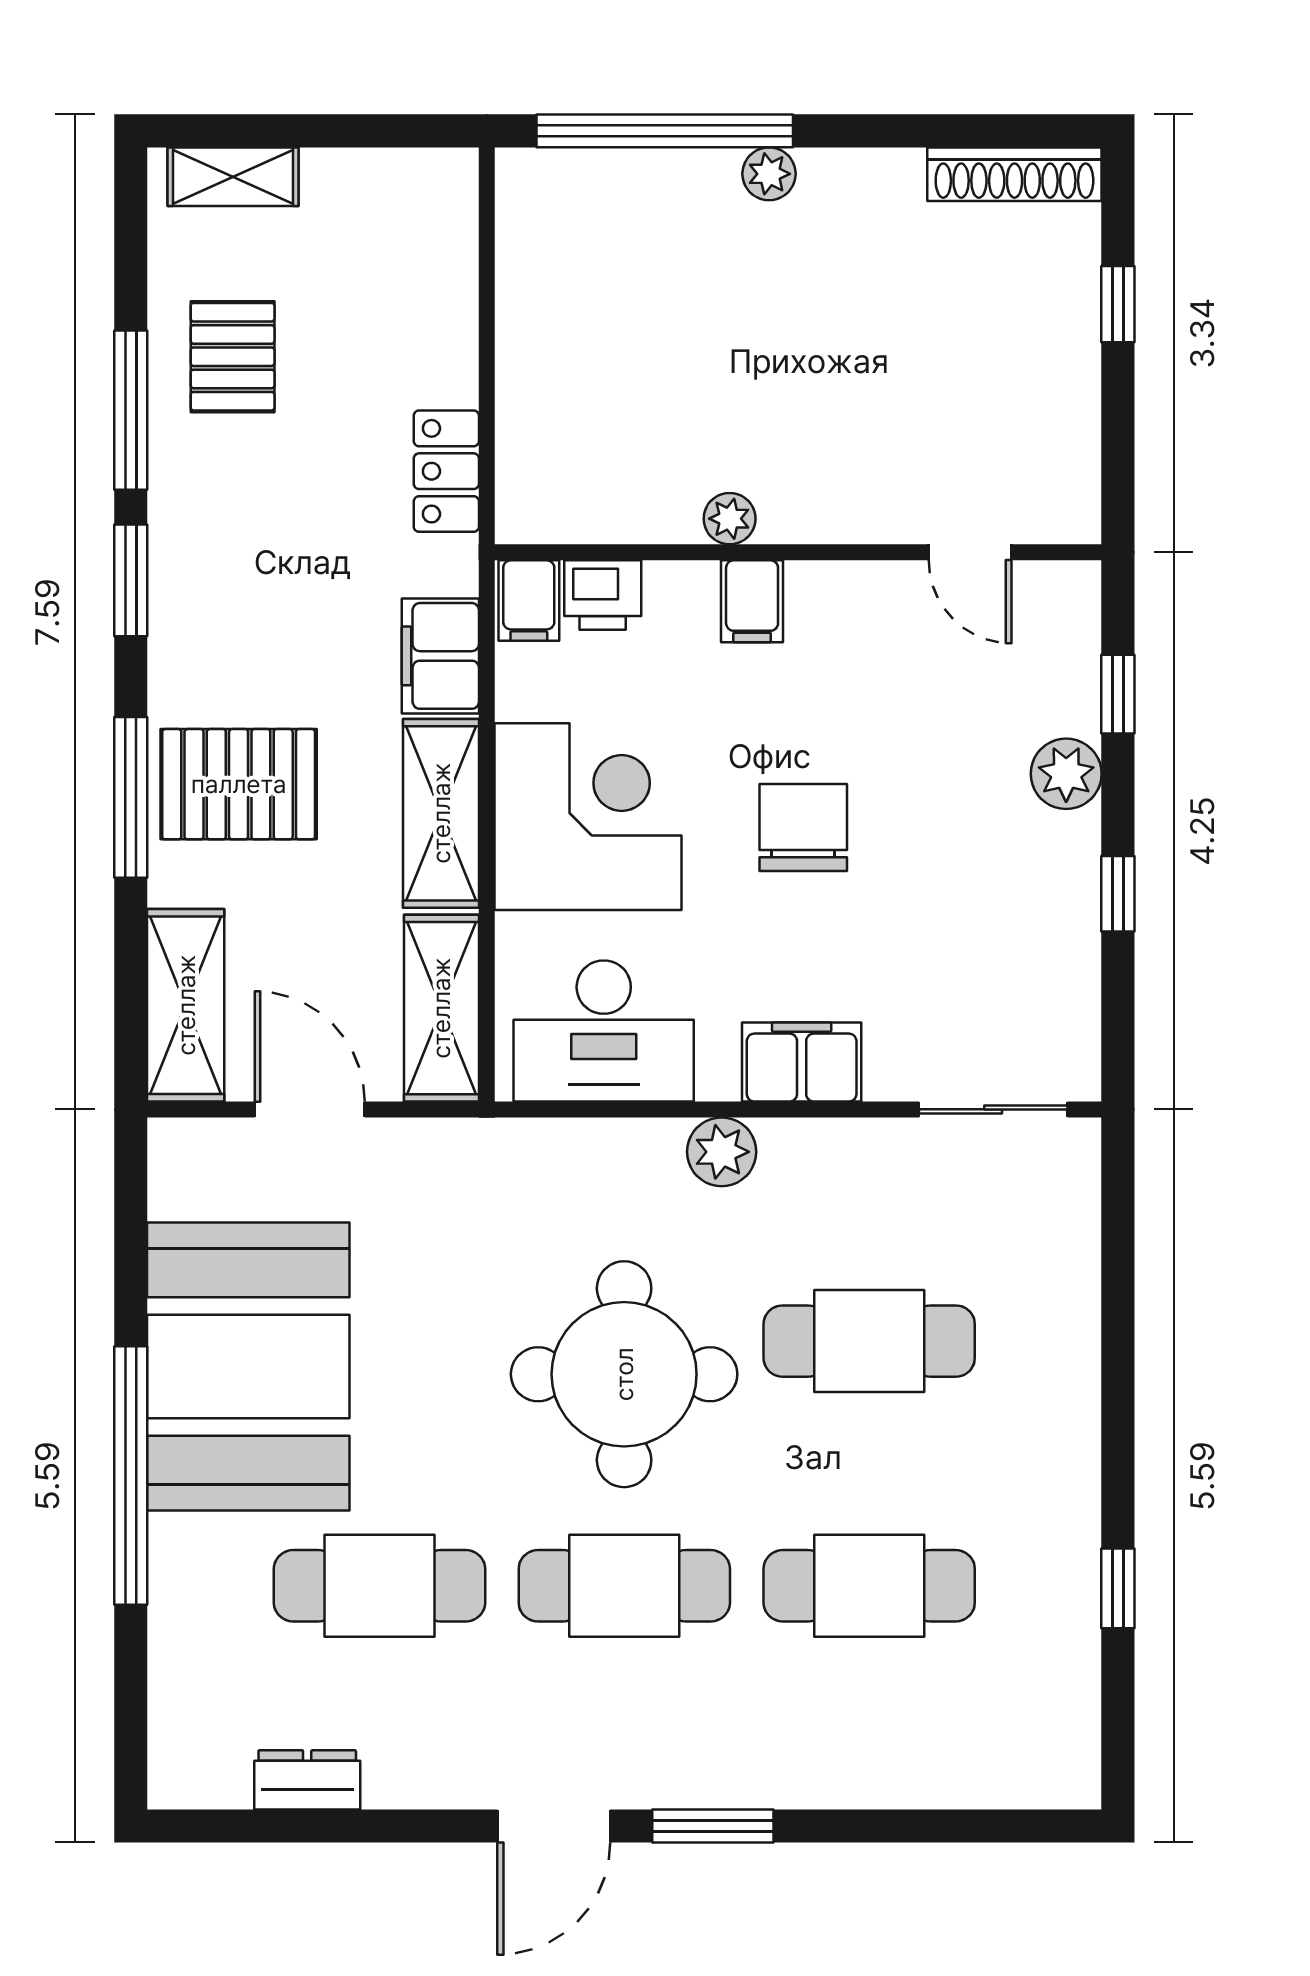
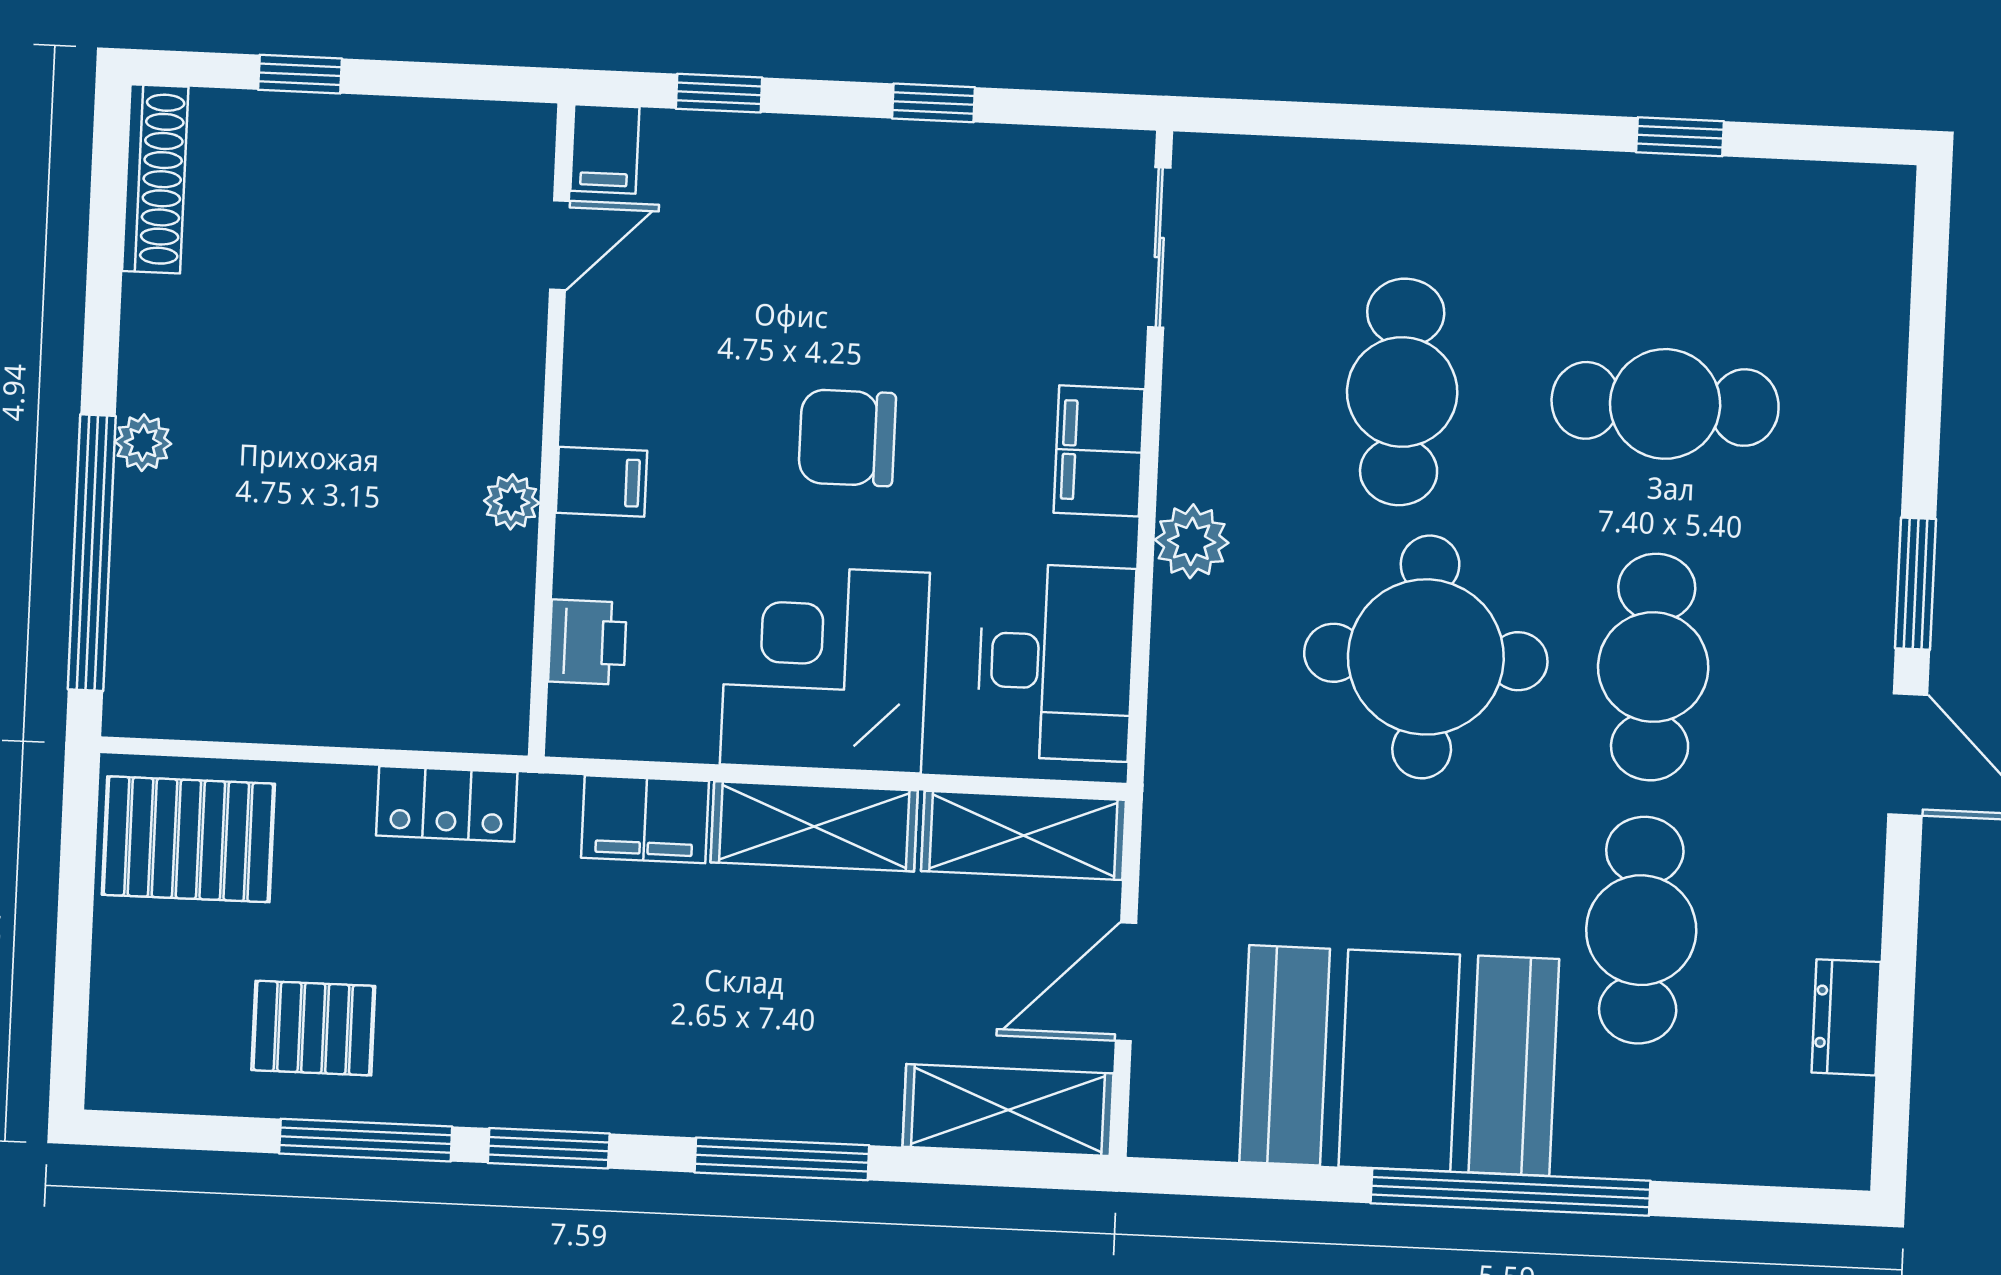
shelving: (233, 177) -> (120, 1019), removed
filing cabinet: (529, 601) -> (605, 149), moved, turned 90
plant: (1066, 774) -> (802, 153), removed
pallet: (239, 784) -> (188, 839), moved, turned 90
cafe table: (869, 1586) -> (1665, 404), turned 90

